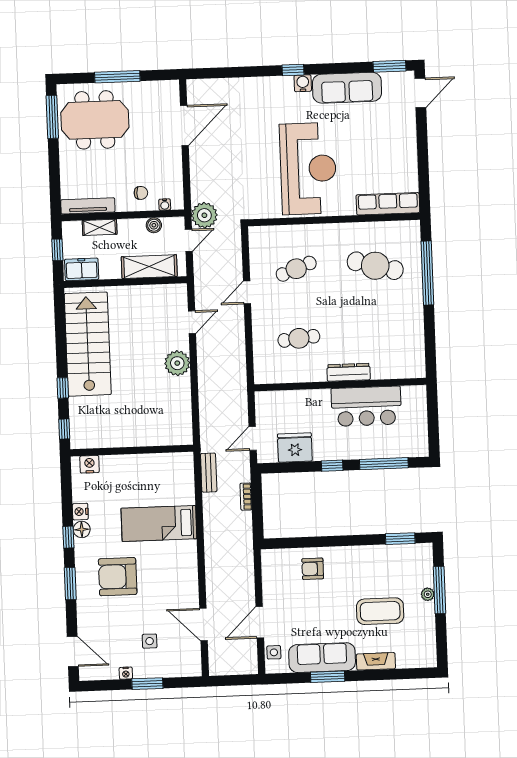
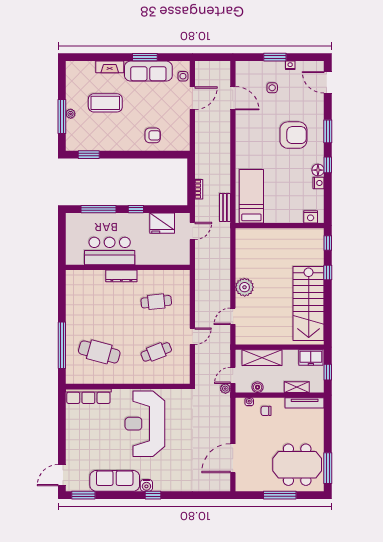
plant: (204, 215) -> (225, 389), width x0.53, depth x0.53
bed: (159, 524) -> (251, 196), moved, turned -90

